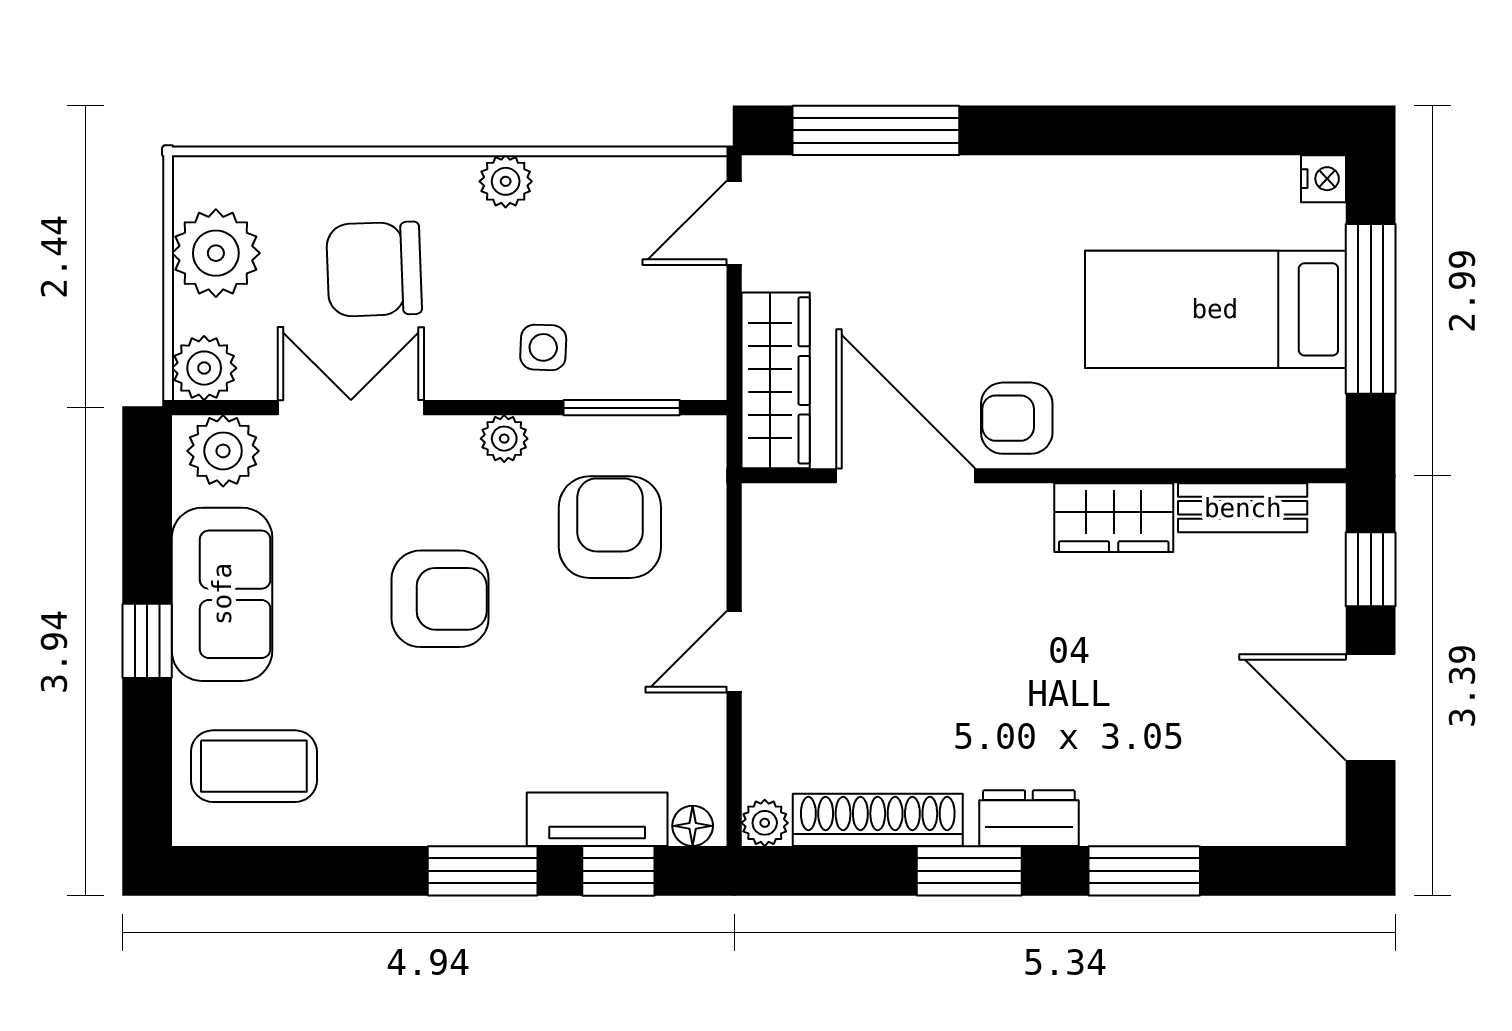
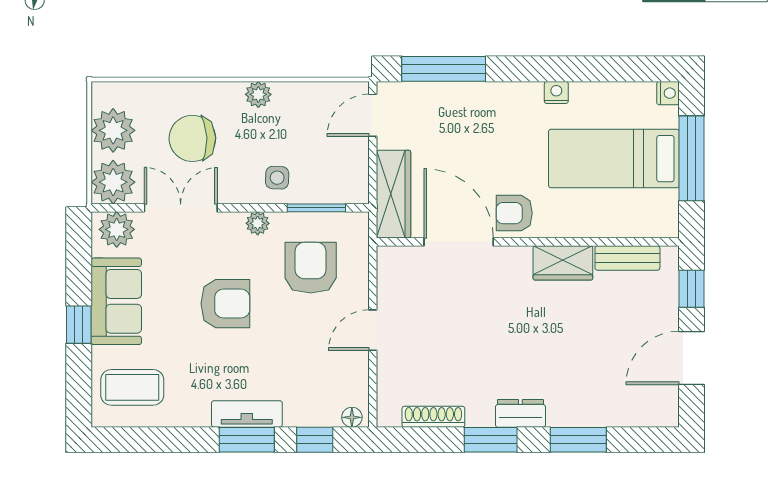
nightstand: (1101, 177) -> (556, 92), added
plant: (204, 368) -> (113, 182), width x1.36, depth x1.36
door: (1371, 707) -> (692, 358), hinge flipped
tv unit: (597, 819) -> (247, 414), moved
shoe rack: (878, 820) -> (433, 417), width x0.74, depth x0.81
plant: (765, 823) -> (388, 416), removed

